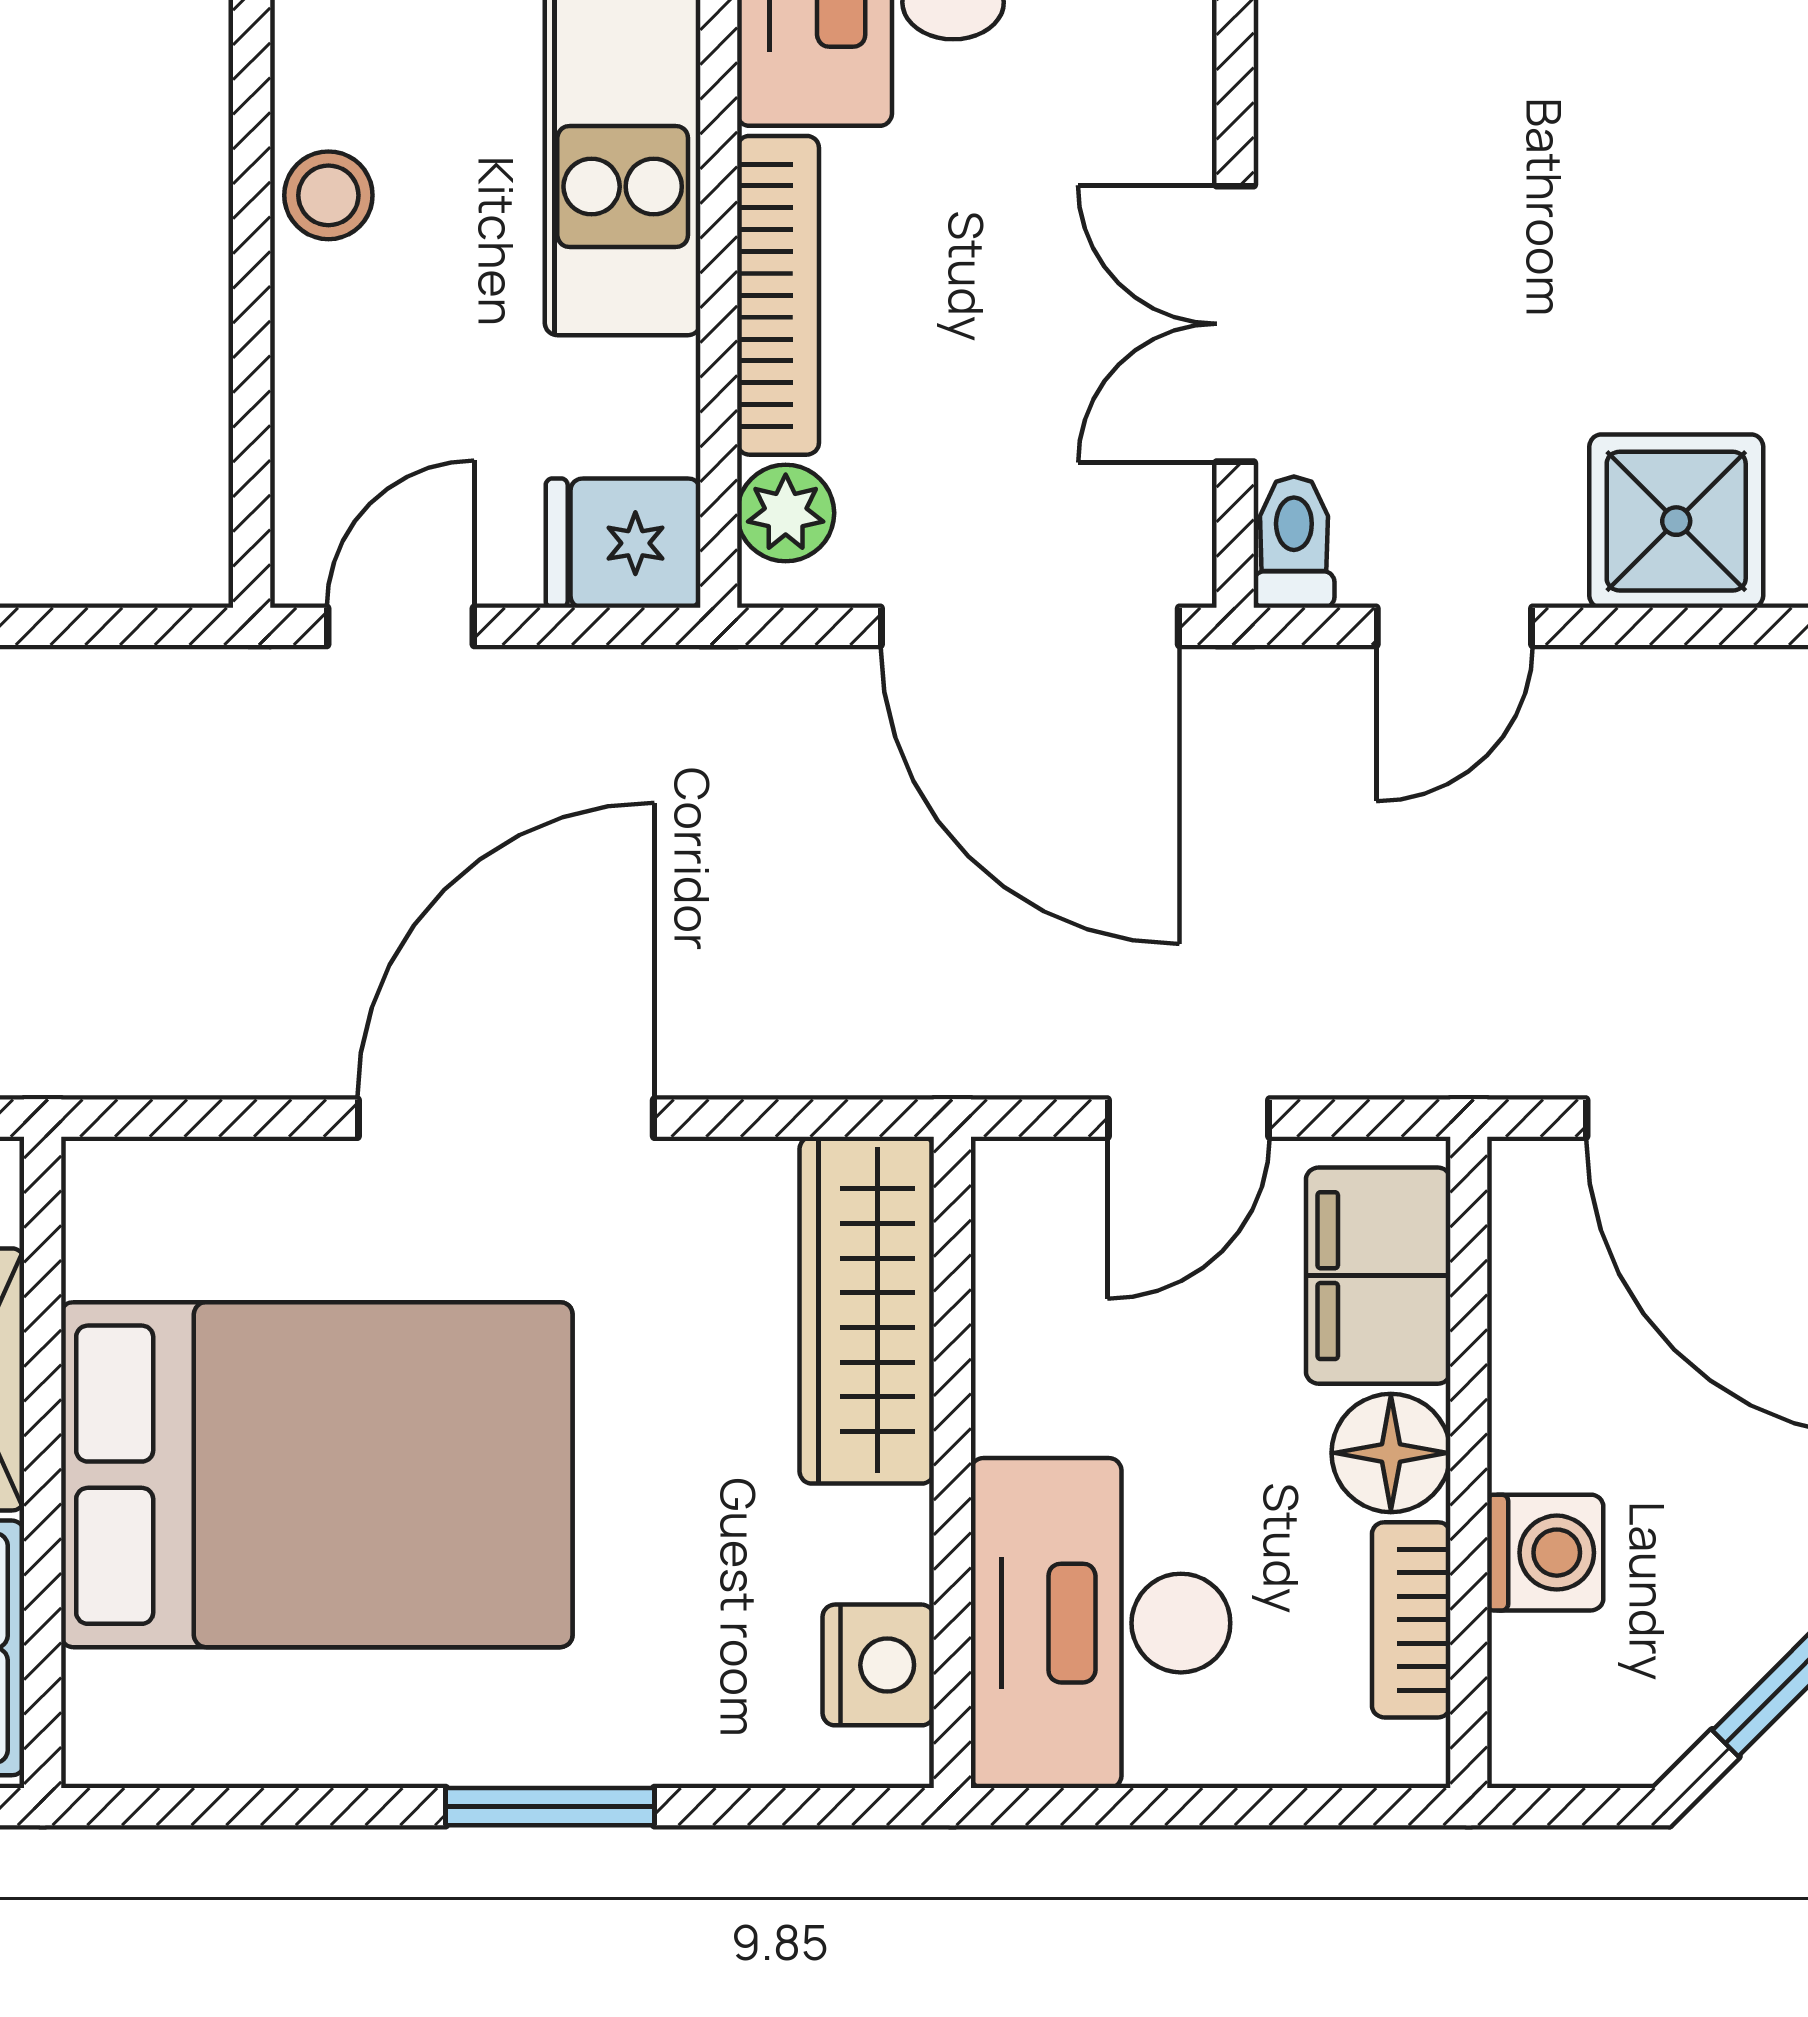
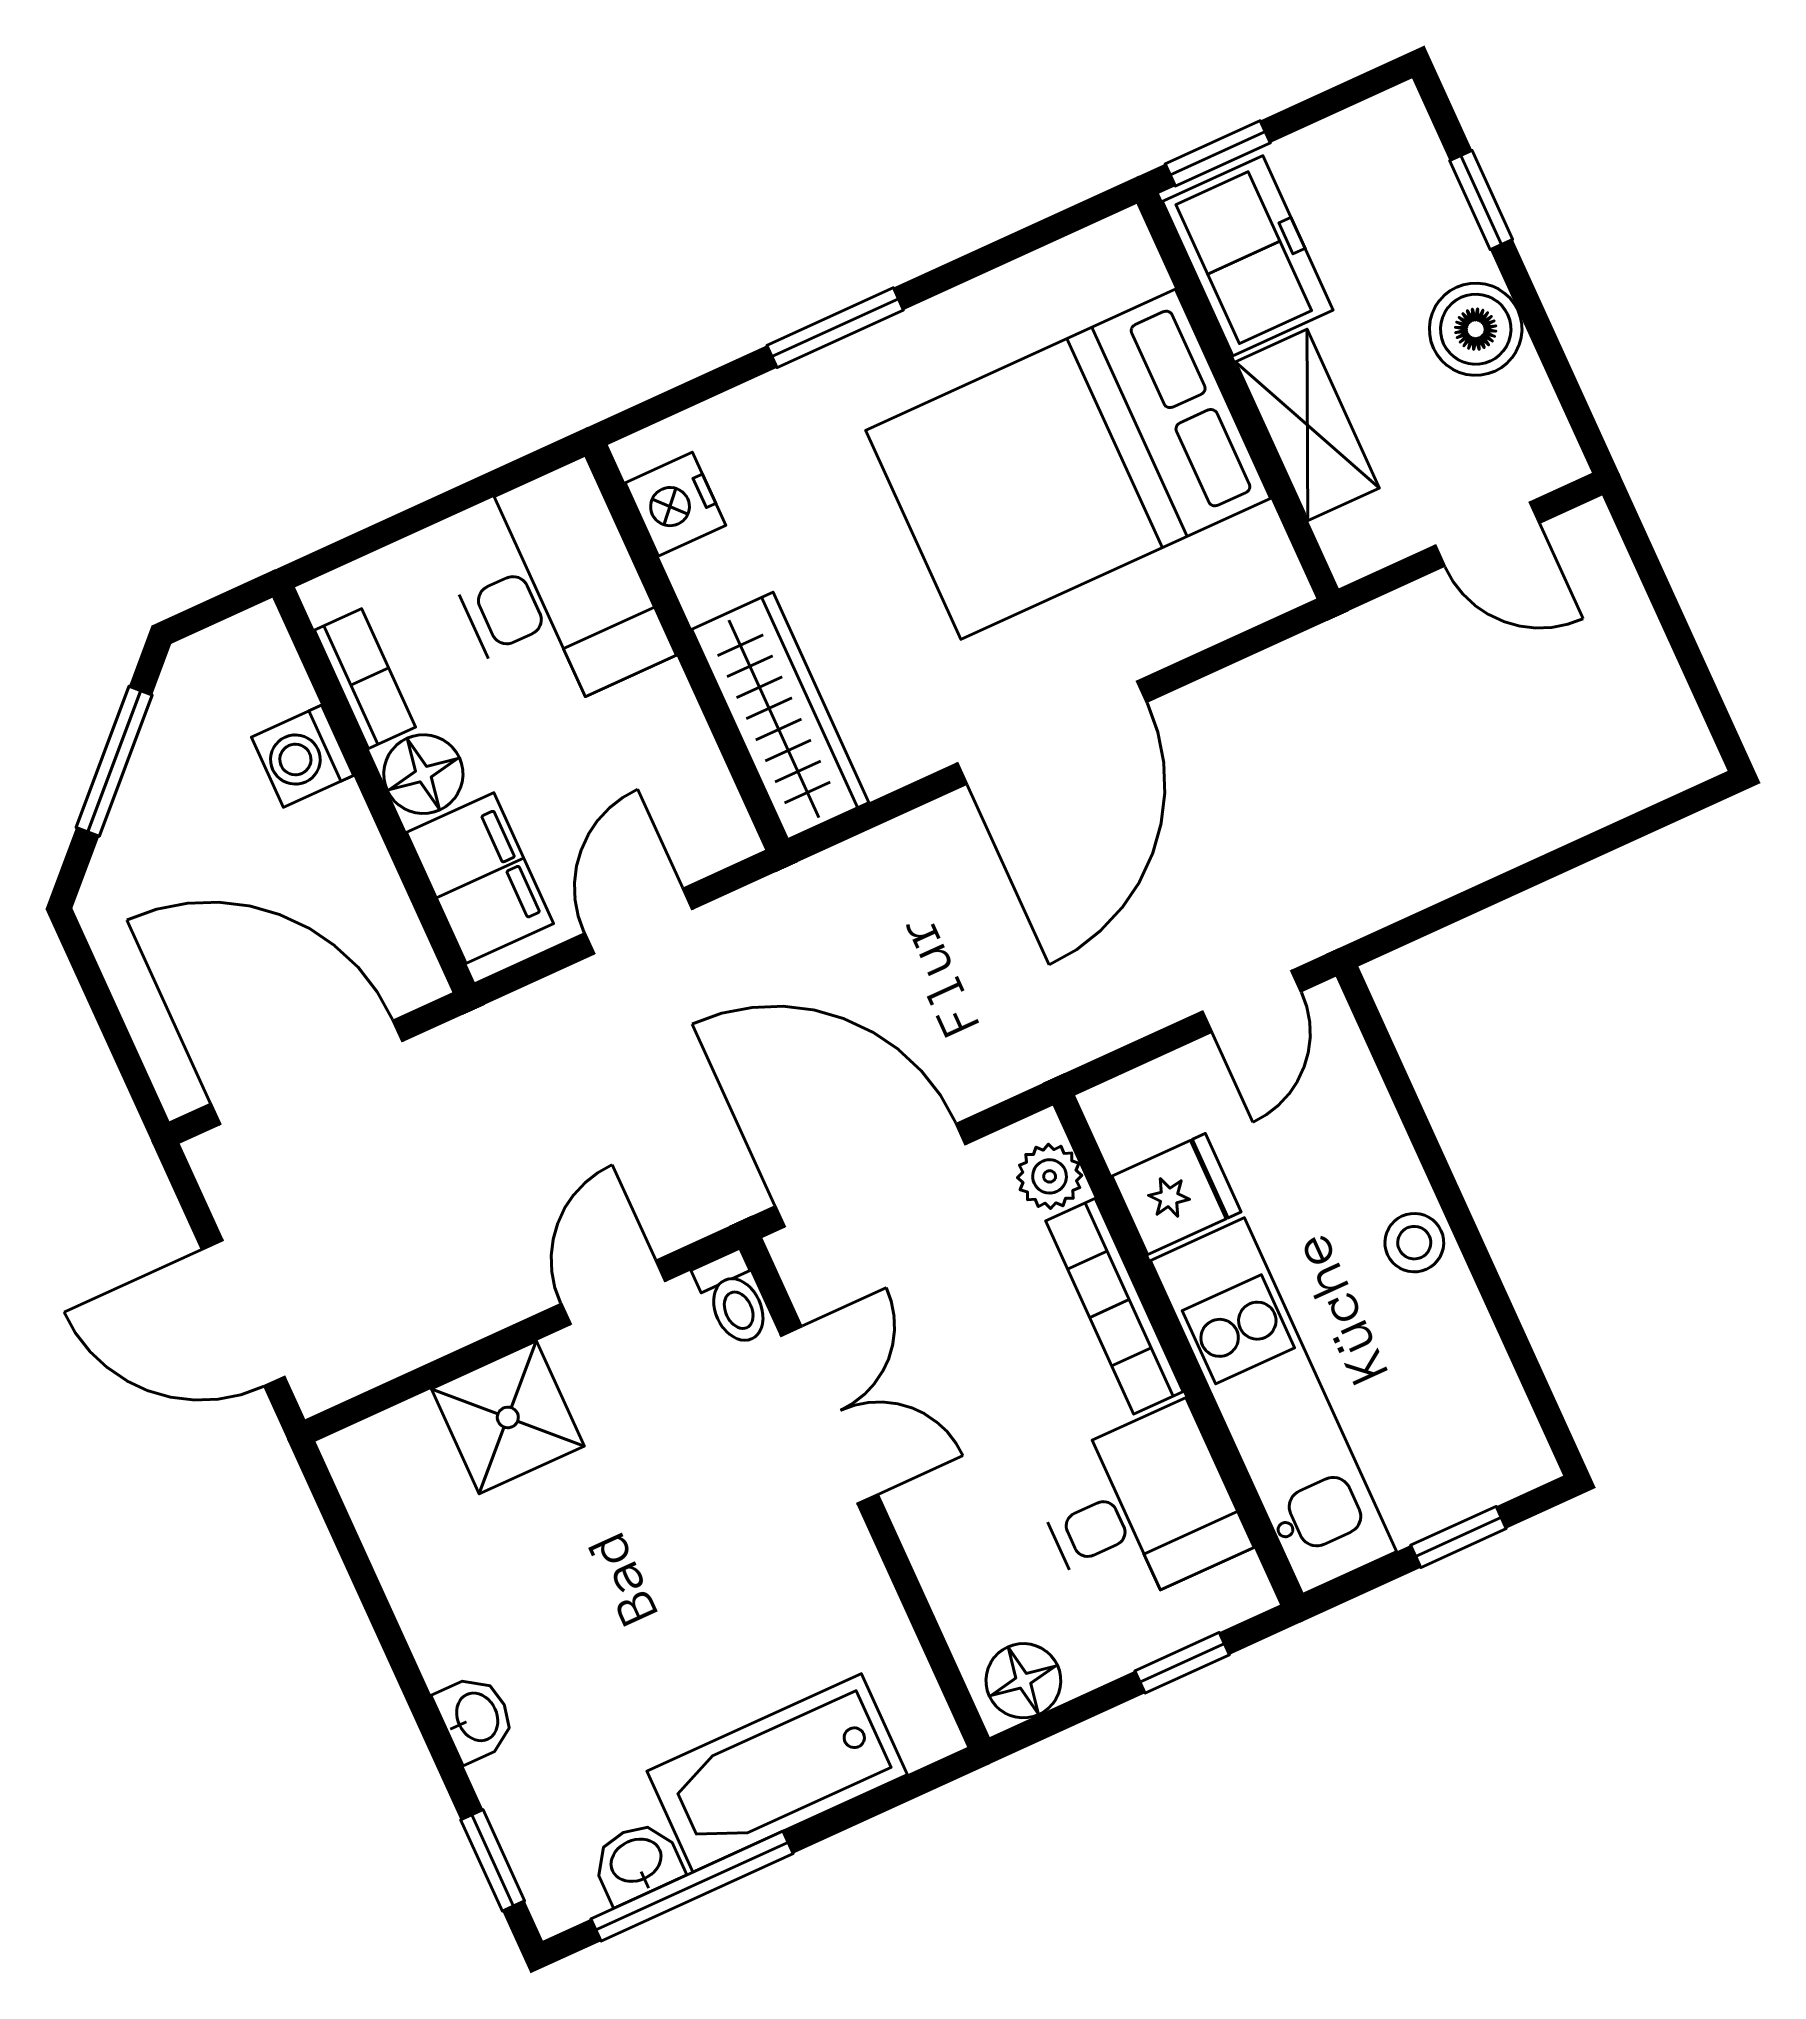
fridge: (623, 543) -> (1177, 1194), moved

